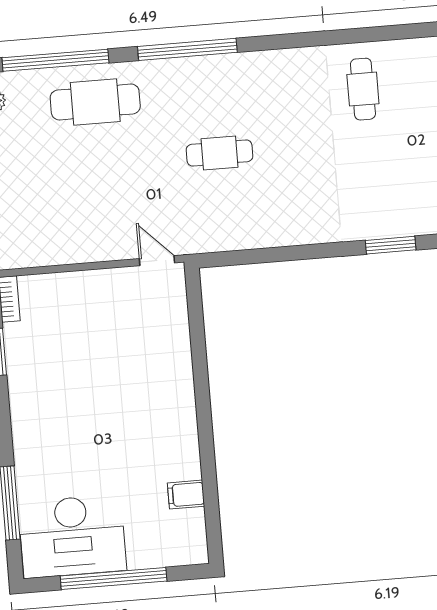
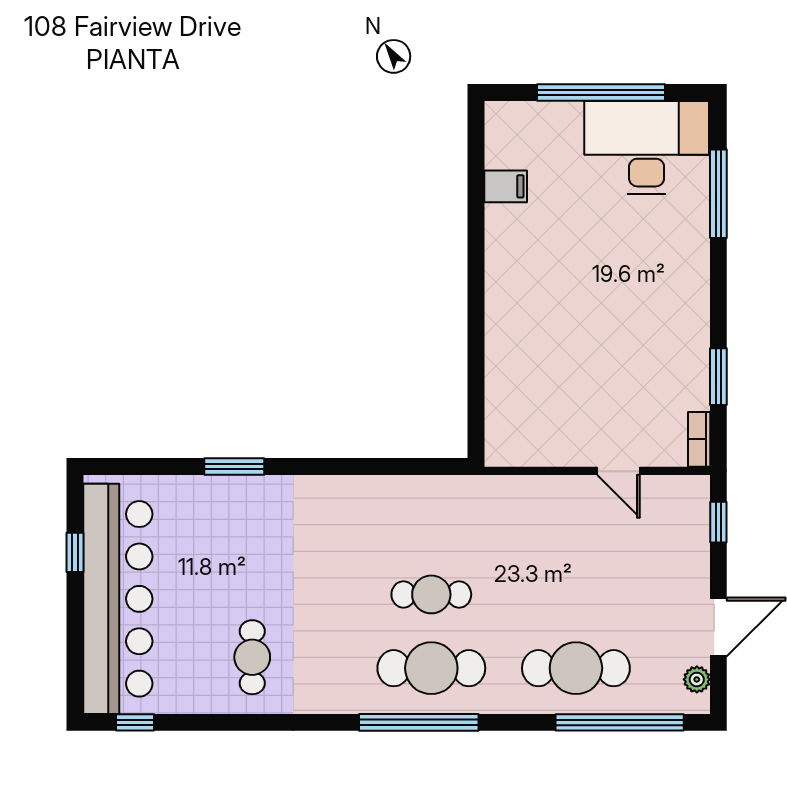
window: (187, 49) -> (419, 722), moved
cafe table: (214, 92) -> (431, 668), added
door: (157, 261) -> (618, 471), moved

